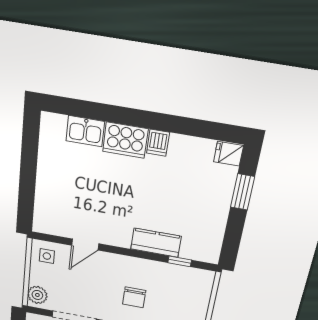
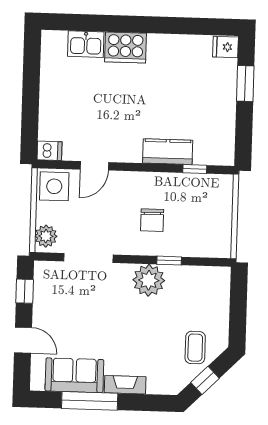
dishwasher: (158, 143) -> (50, 151), moved, turned -90
side table: (47, 256) -> (54, 186), width x1.87, depth x1.87

